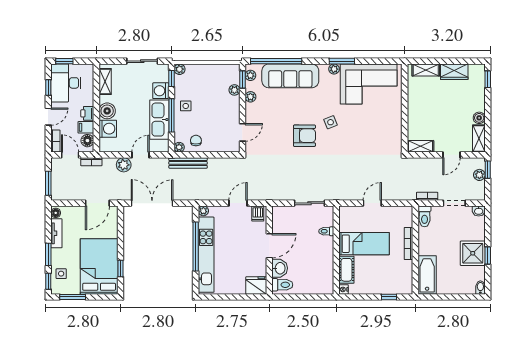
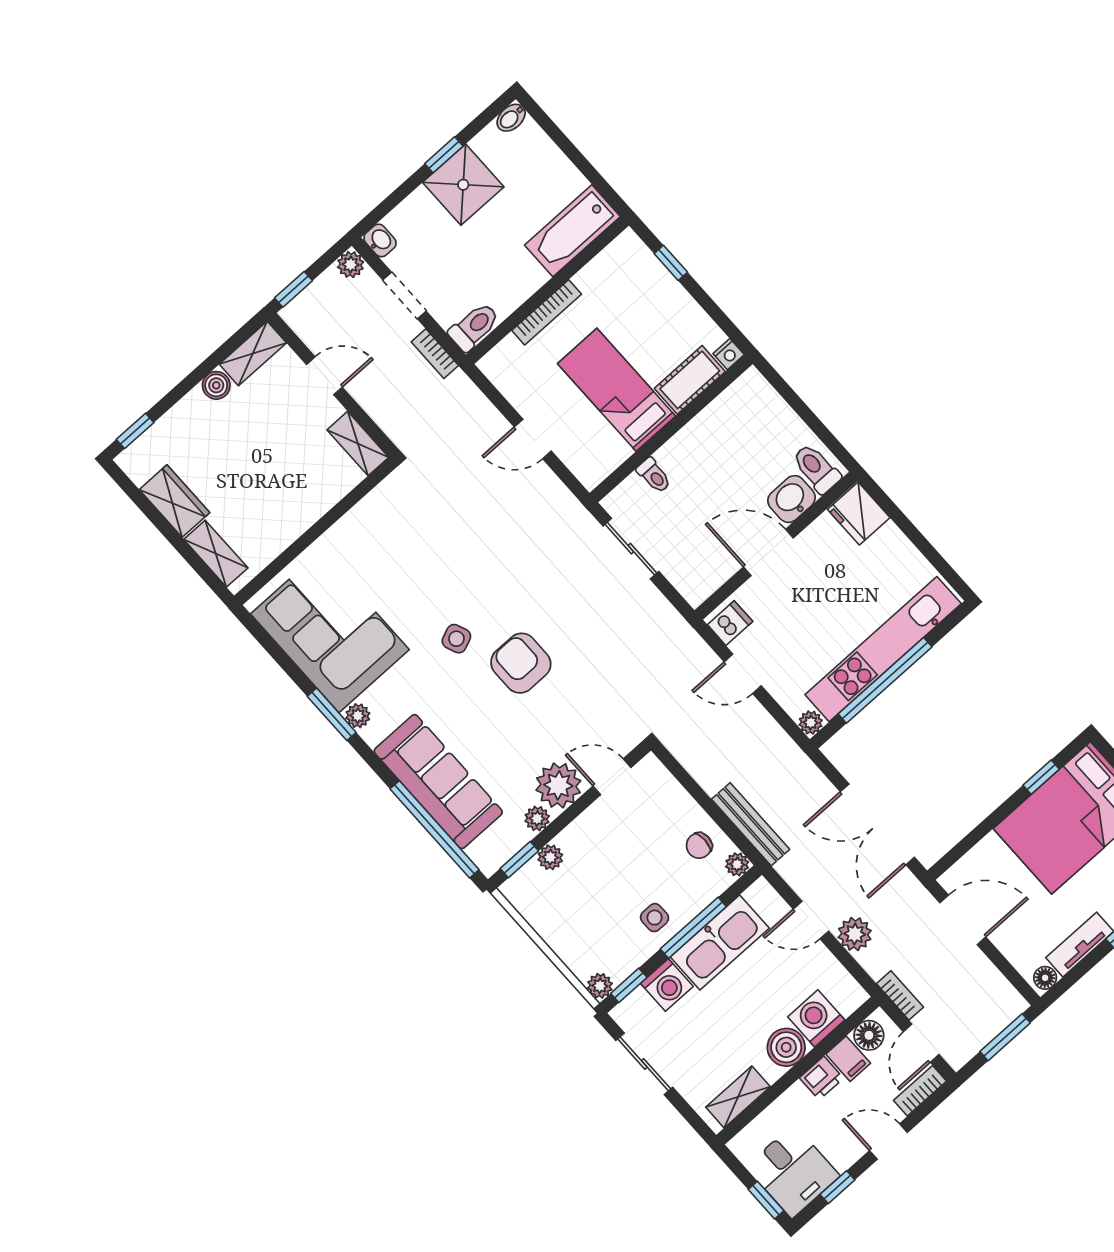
plant: (250, 75) -> (558, 785), moved, width x1.88, depth x1.88
desk: (66, 83) -> (793, 1171), width x0.73
plant: (479, 175) -> (351, 265), moved

